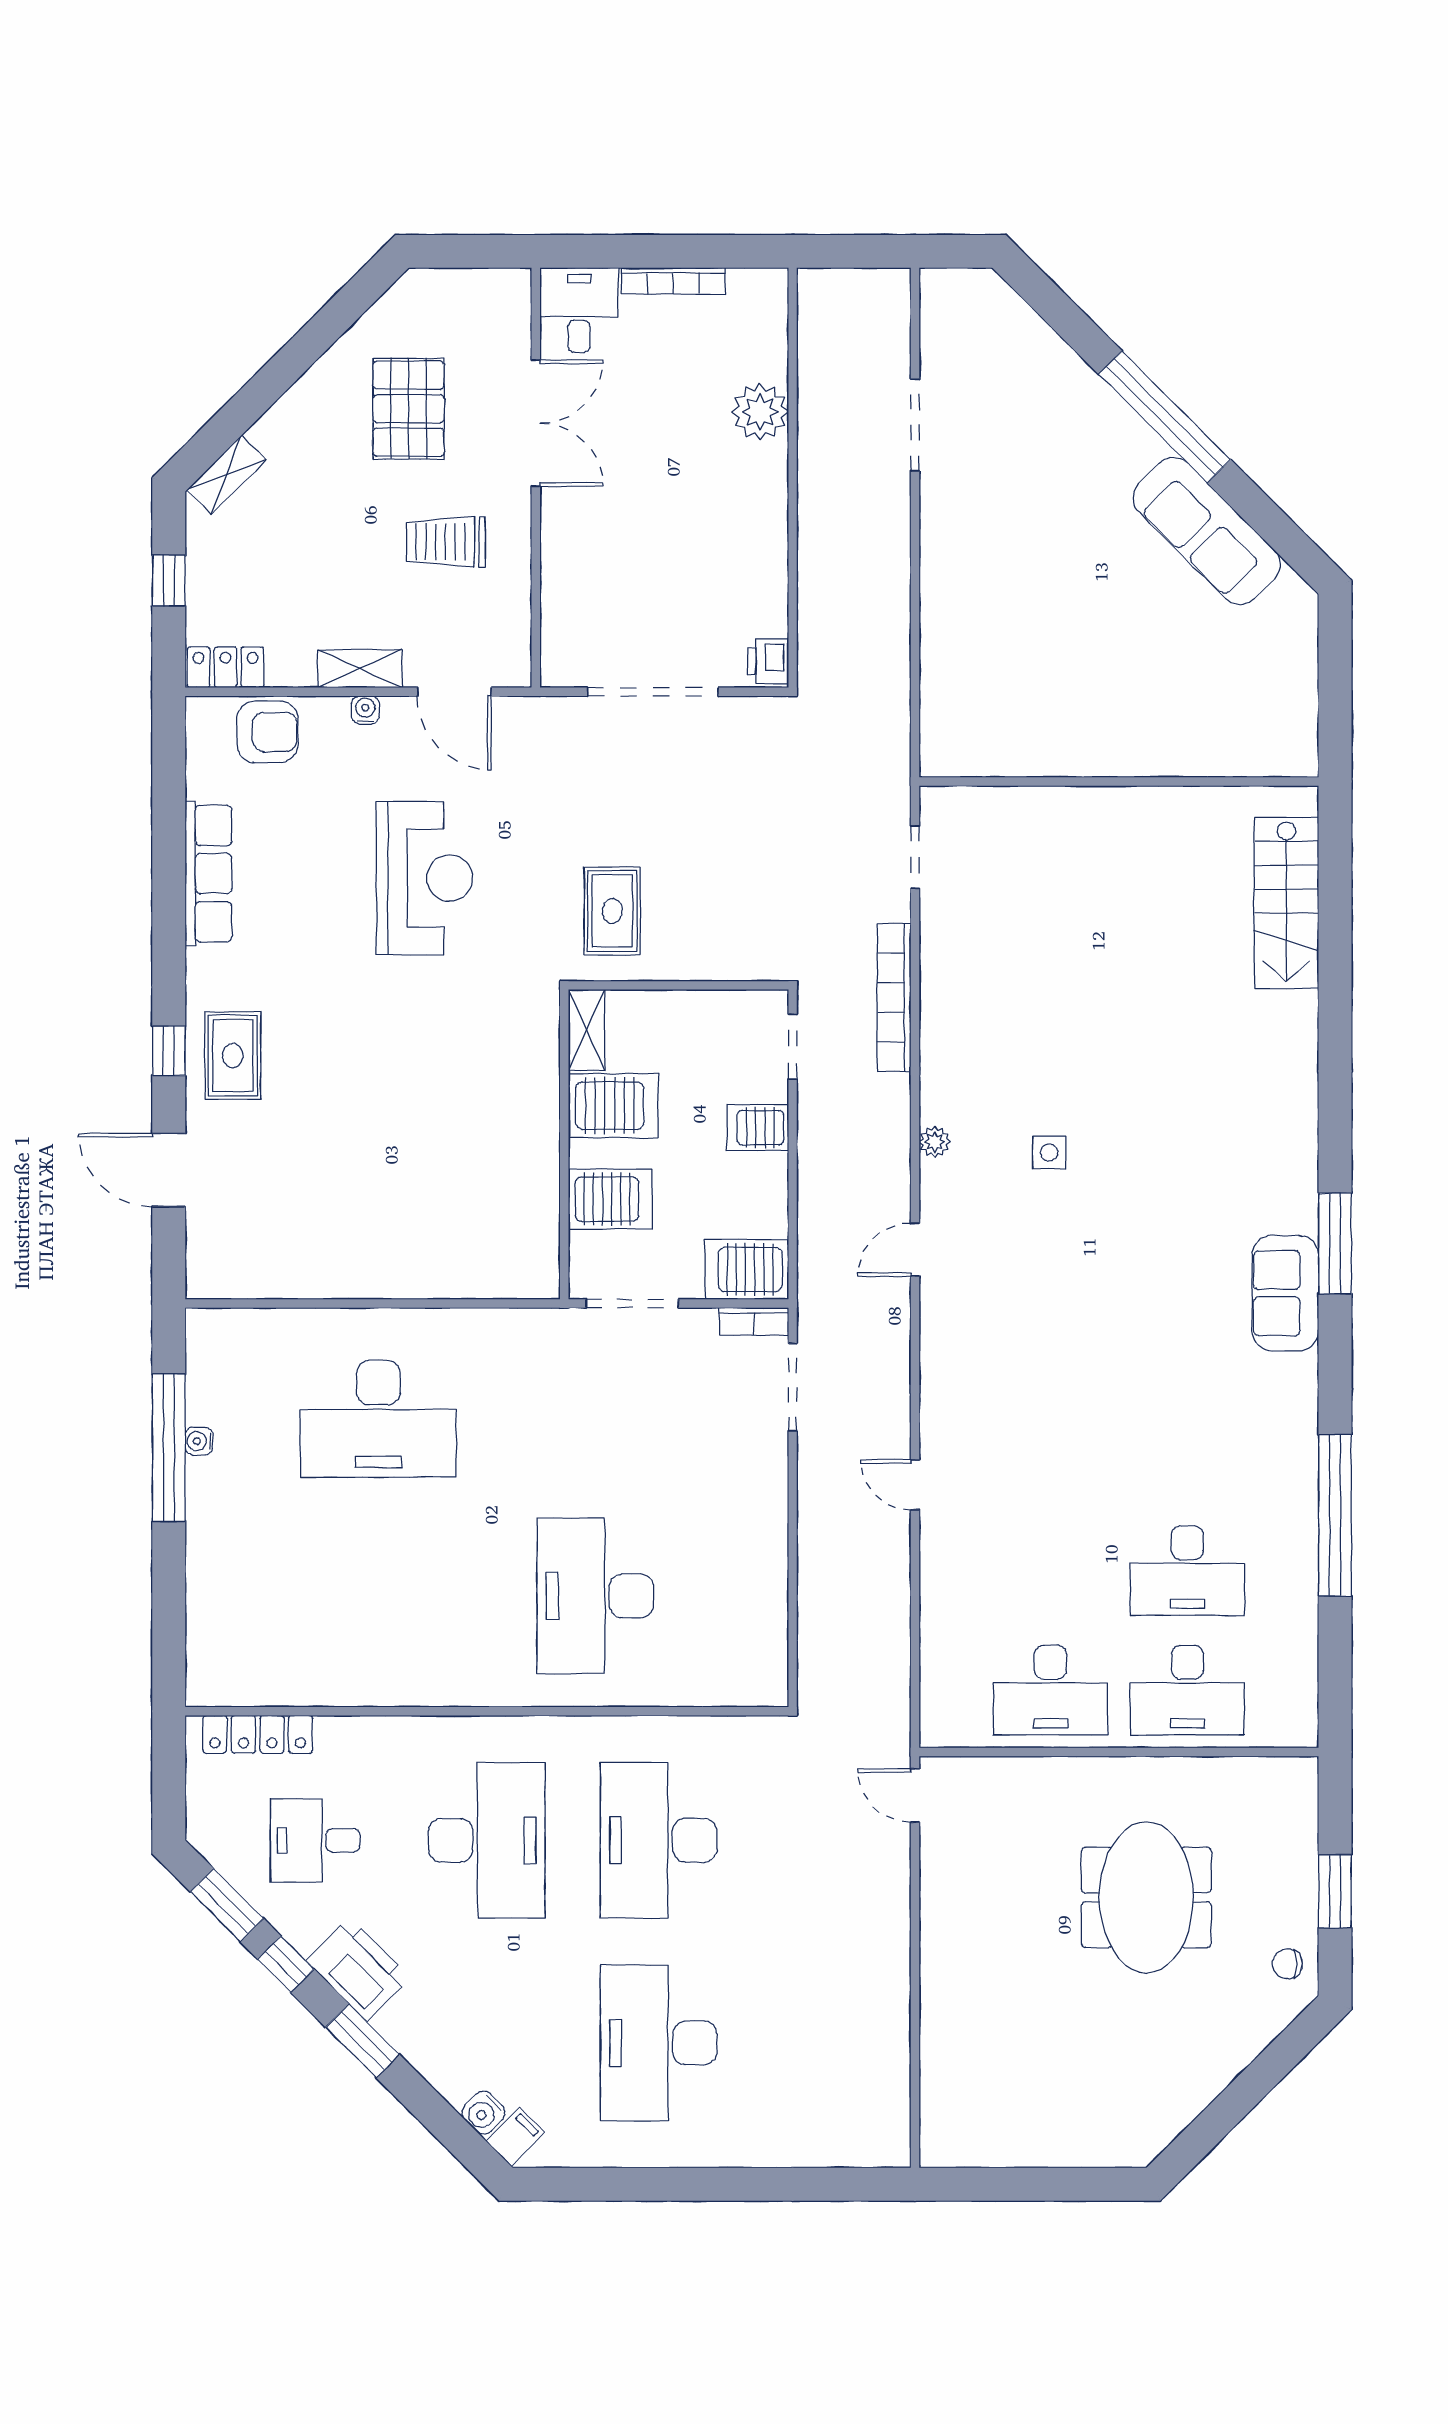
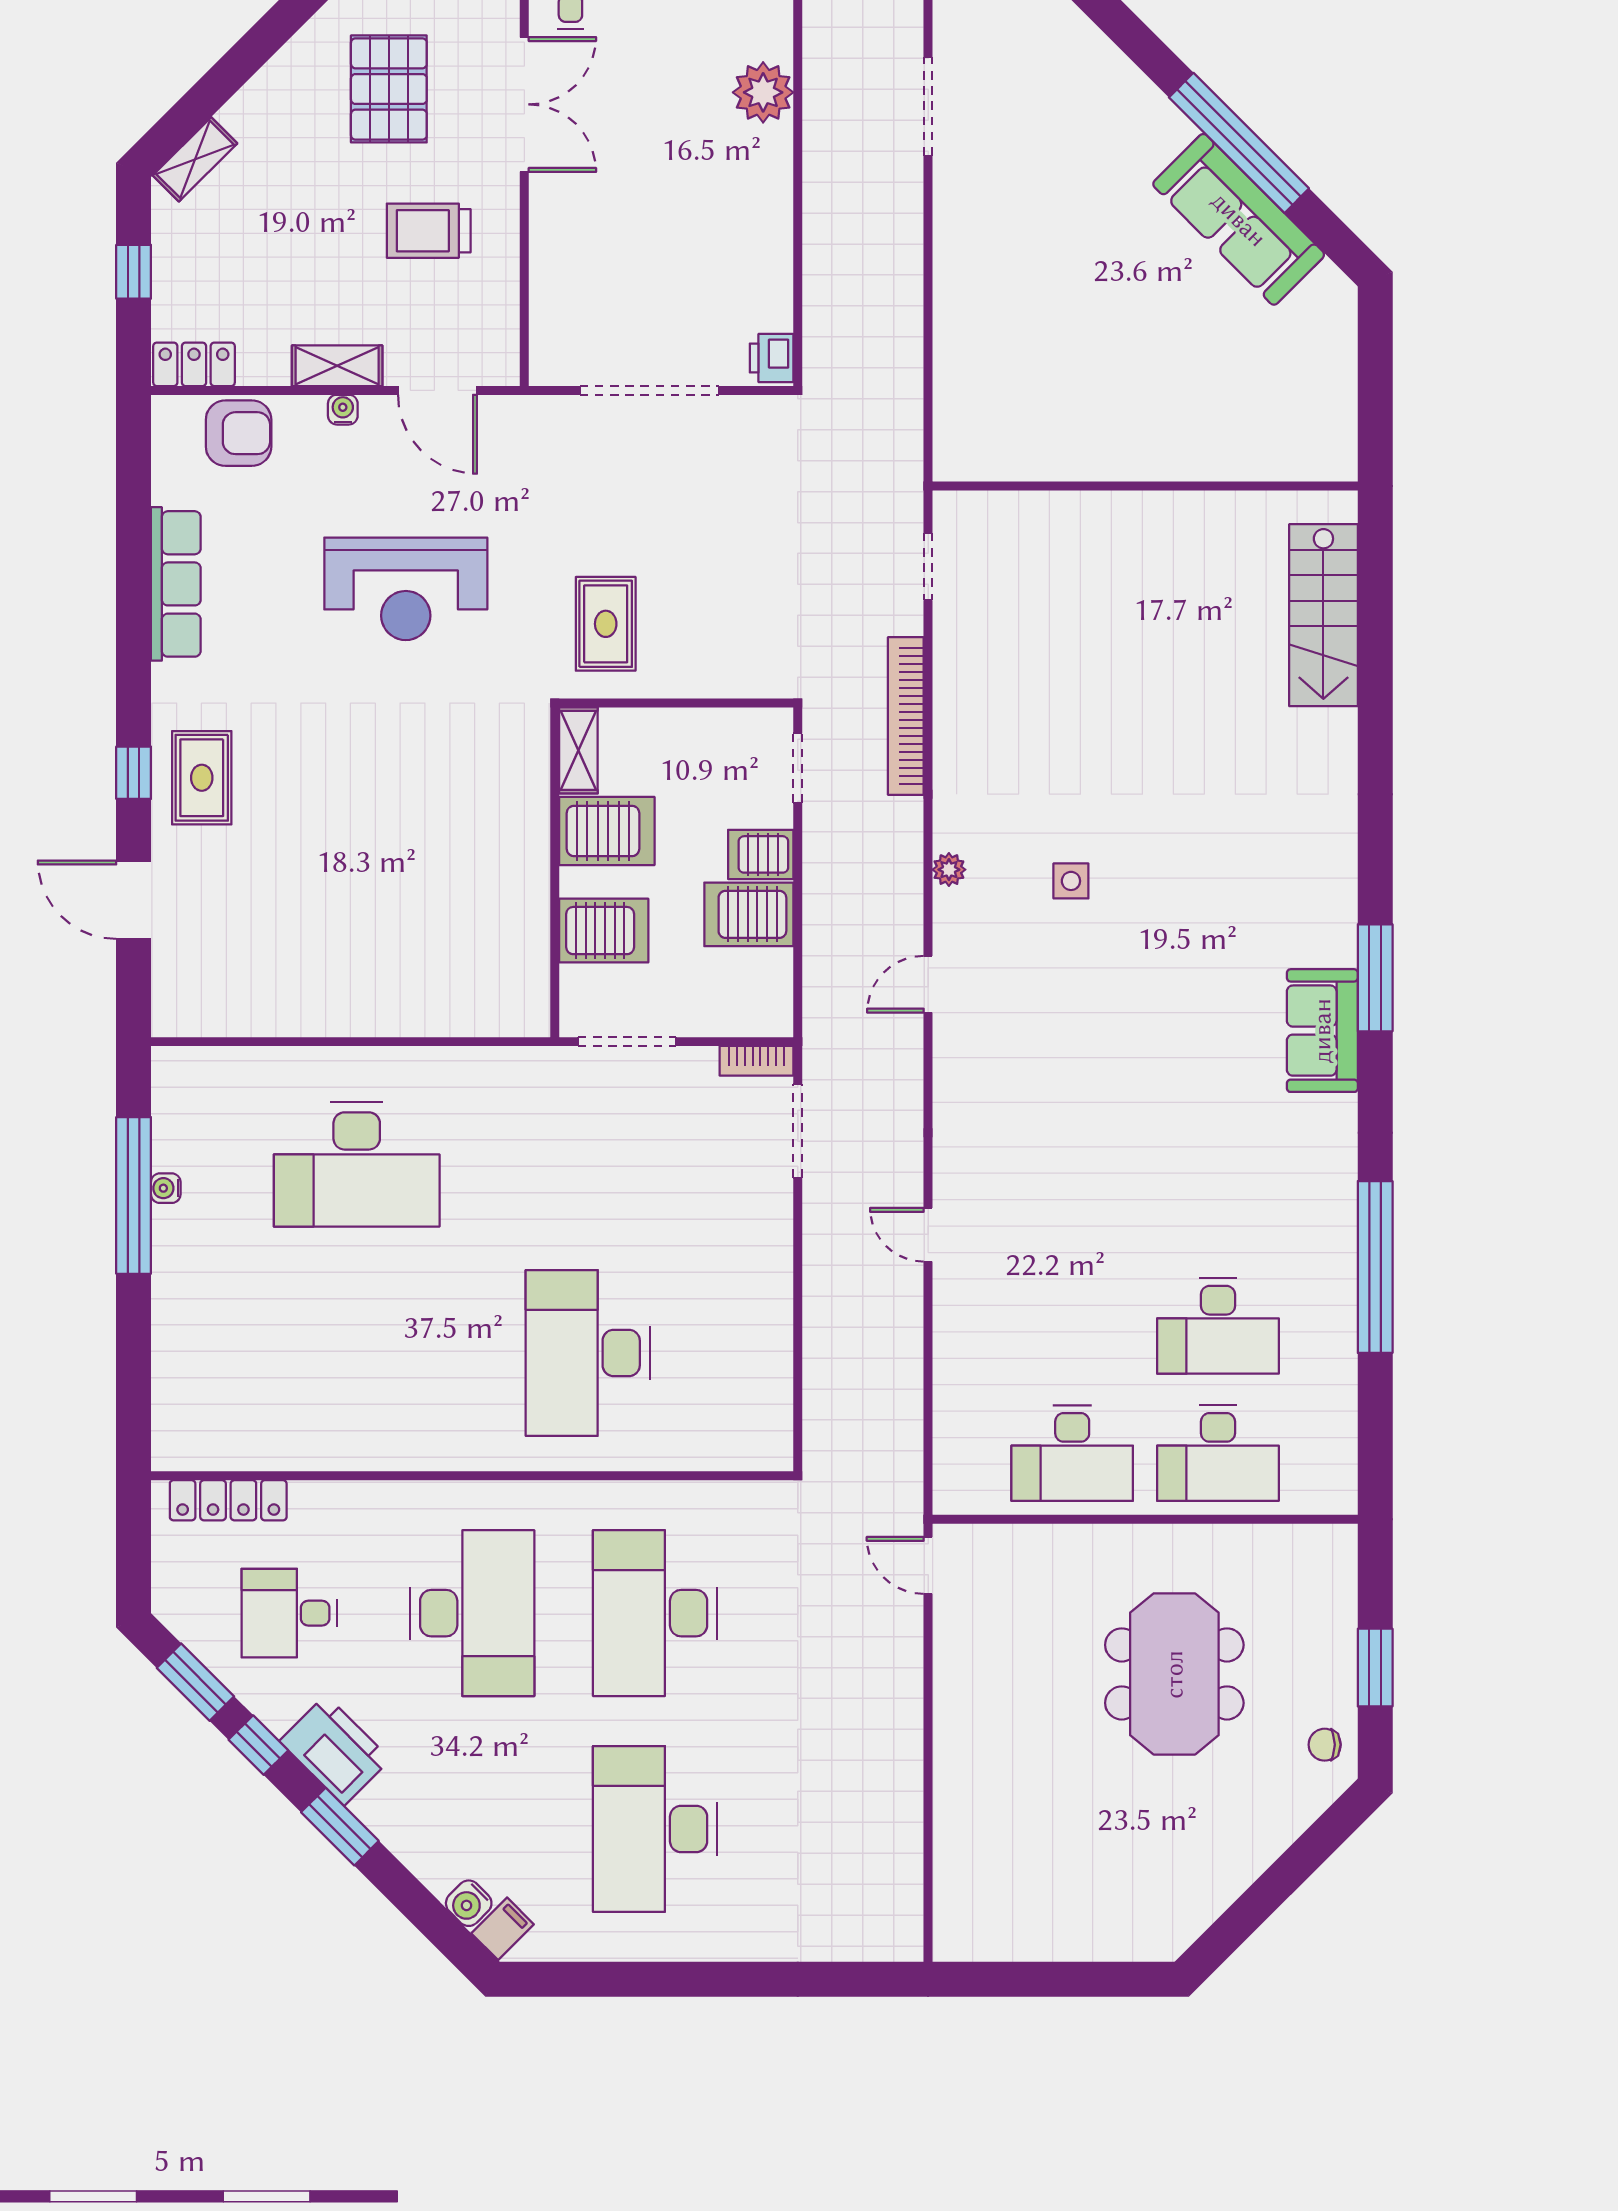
window: (1165, 417) -> (1239, 143), moved
reception desk: (424, 878) -> (406, 589), turned 90
server rack: (747, 1269) -> (749, 914), moved

